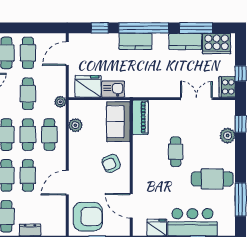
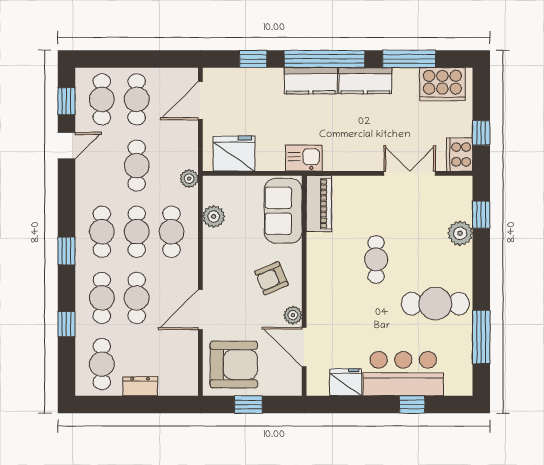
kitchen counter: (185, 41) -> (365, 81), moved
kitchen sink: (113, 89) -> (304, 158), moved
plant: (124, 186) -> (293, 315), added

